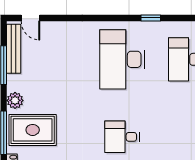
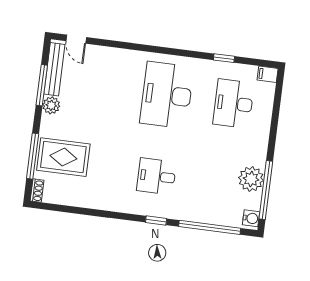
window: (151, 18) -> (224, 58), moved
plant: (15, 100) -> (51, 105), moved

